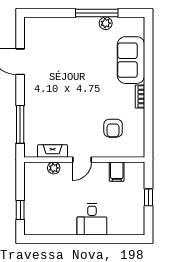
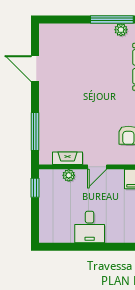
window: (20, 210) -> (35, 188), moved
desk: (92, 219) -> (90, 227), moved

